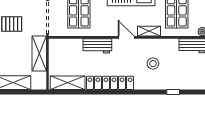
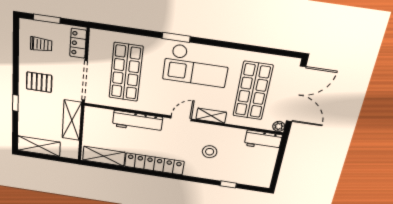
door: (126, 37) -> (181, 118), hinge flipped
workbench: (97, 46) -> (138, 122), width x1.38

